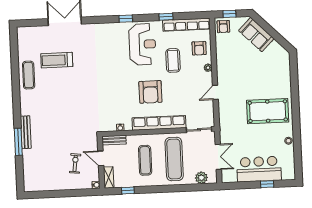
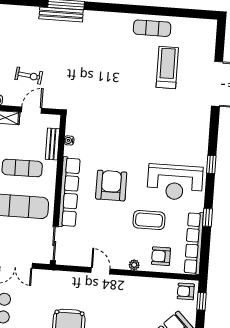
armchair: (150, 92) -> (111, 186), turned 90
bench: (26, 132) -> (61, 14), moved
bench: (114, 140) -> (52, 144), moved

